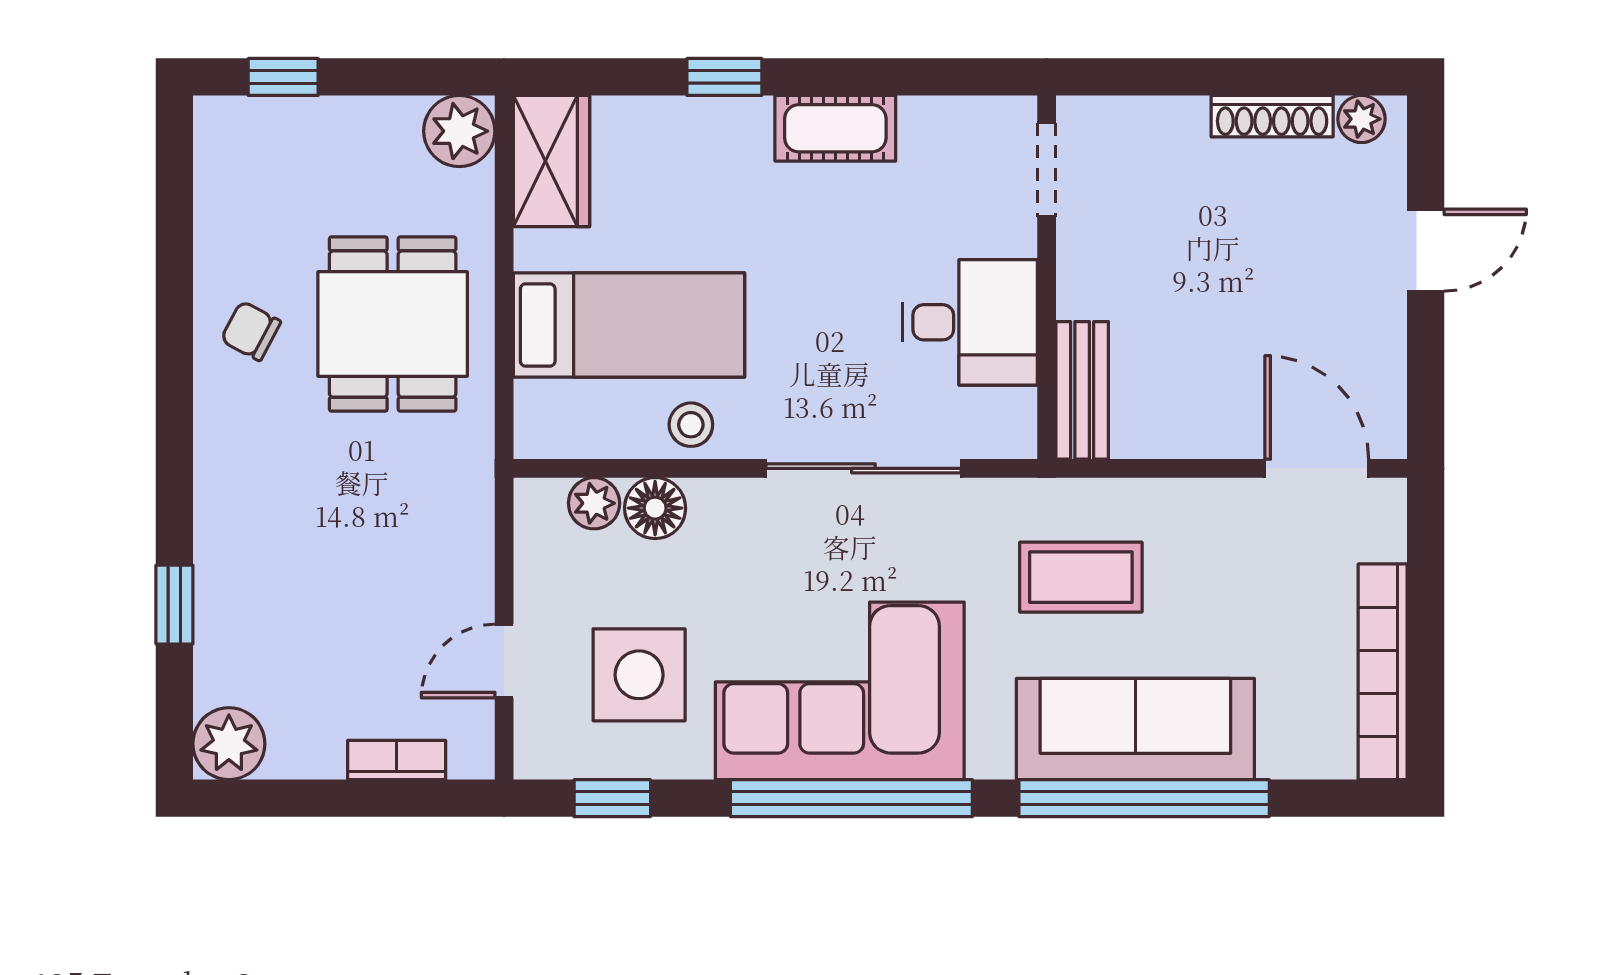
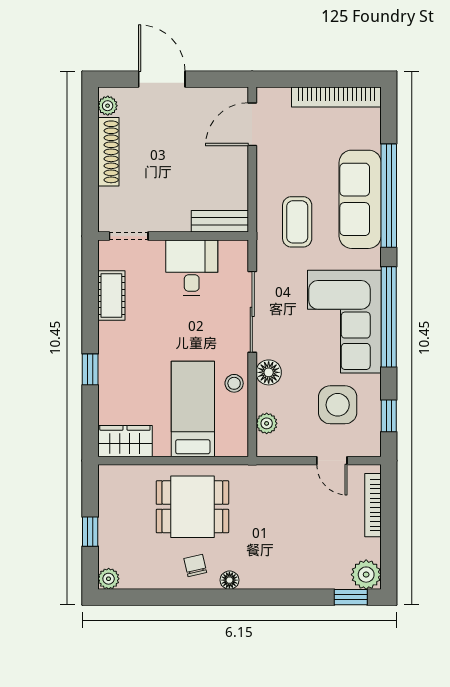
window: (283, 77) -> (90, 532), moved
shoe rack: (1272, 116) -> (108, 152), width x1.36, depth x1.24
cot: (835, 128) -> (111, 295), moved
plant: (459, 131) -> (109, 579), moved, width x0.73, depth x0.73
door: (1426, 250) -> (162, 79), width x1.38
chair: (251, 331) -> (195, 566), turned 139
floor lamp: (215, 414) -> (229, 580), added
floor lamp: (655, 508) -> (269, 372), moved
window: (174, 605) -> (351, 597), moved
bookcase: (397, 760) -> (373, 505), width x1.56

